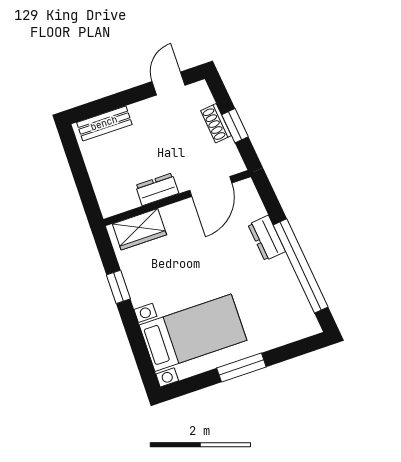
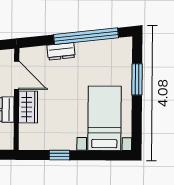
wardrobe: (139, 229) -> (28, 107), moved
window: (241, 367) -> (137, 79), moved

